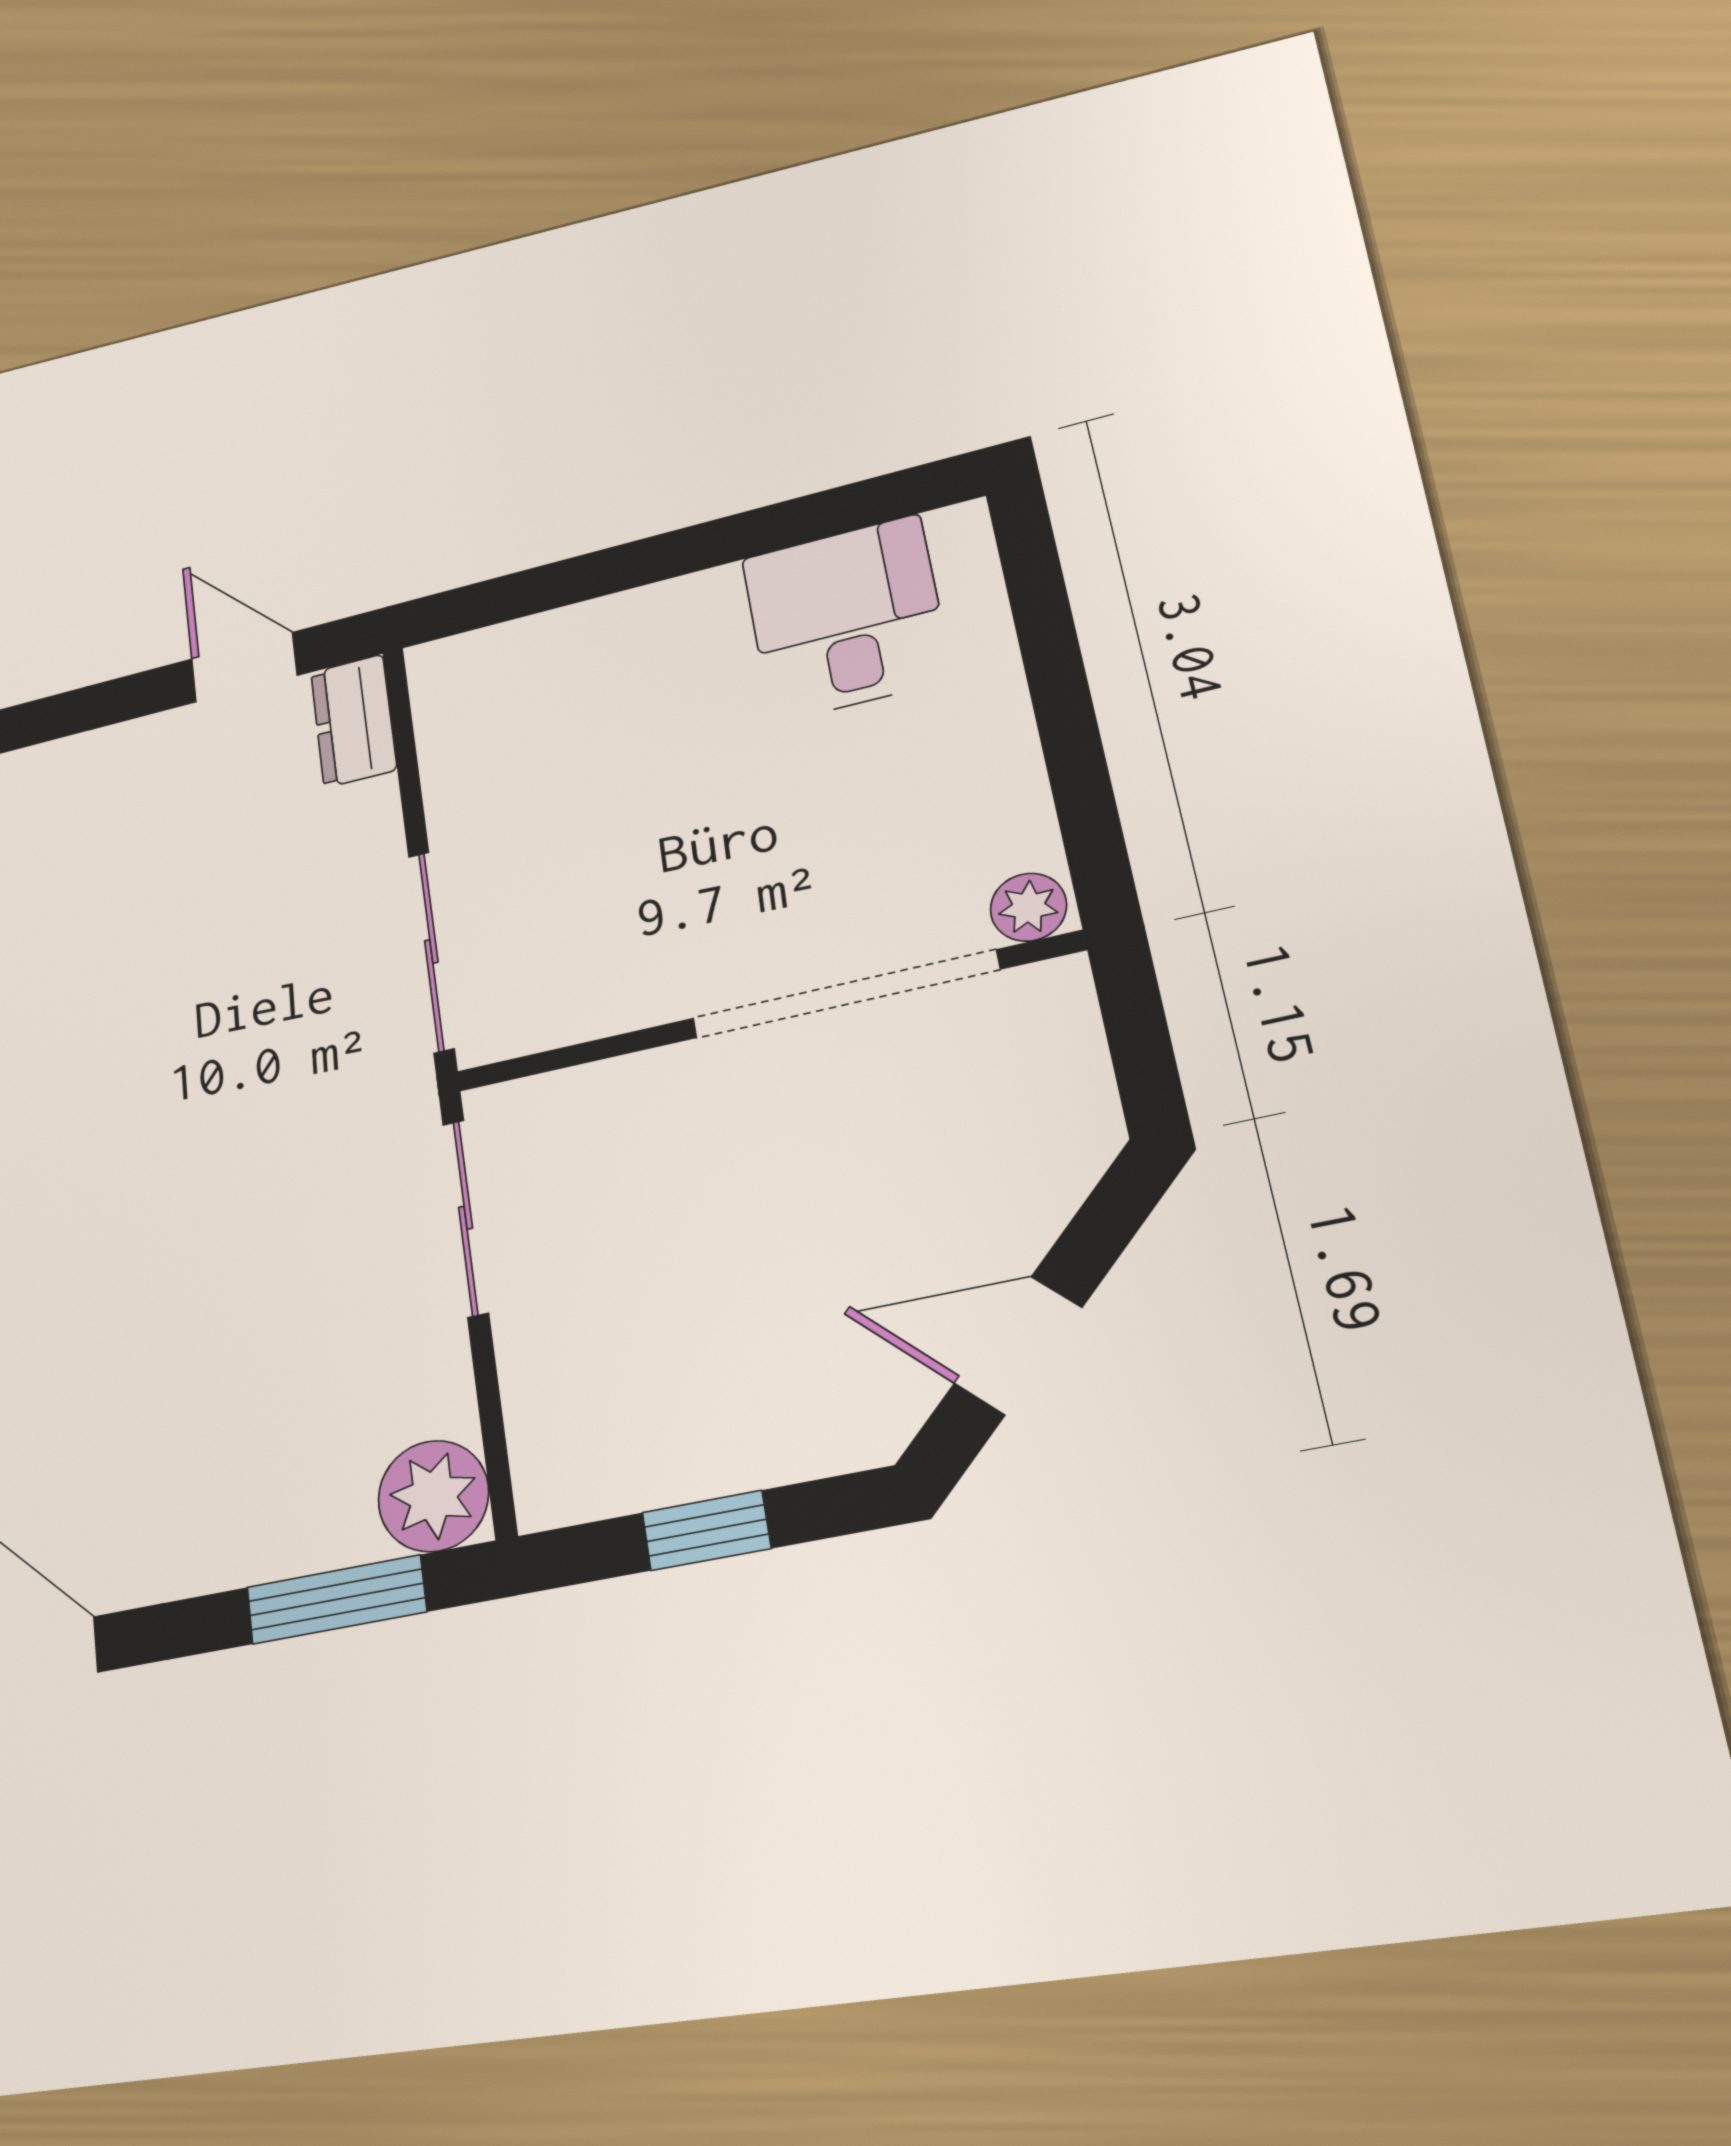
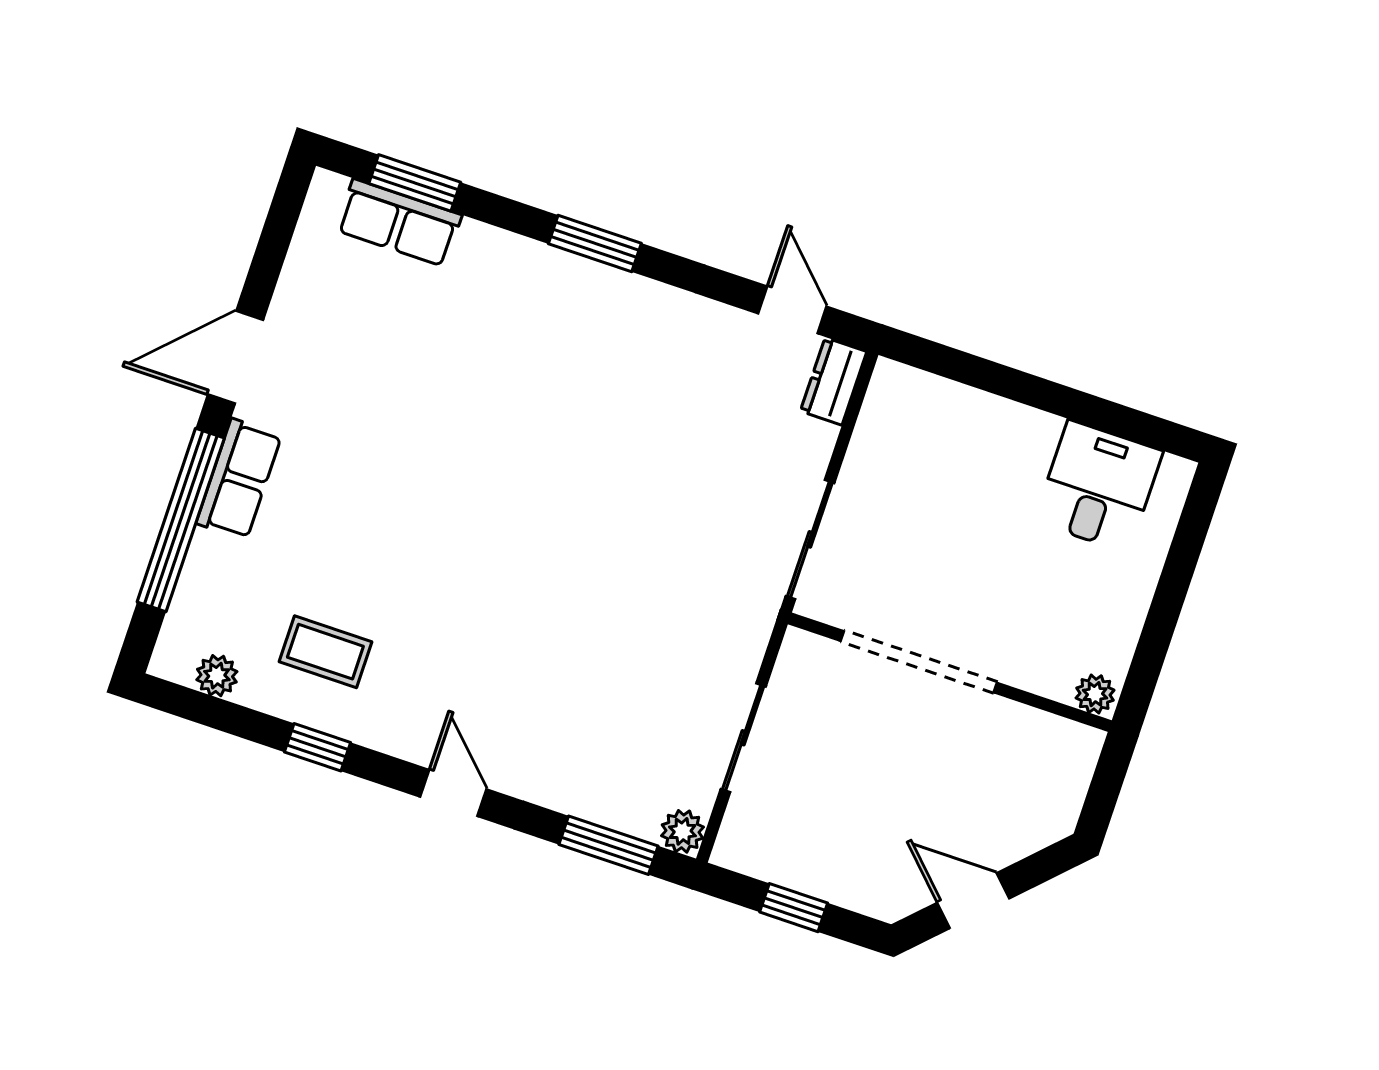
doorway: (845, 994) -> (919, 662), moved
sliding door: (466, 1218) -> (743, 738), moved
plant: (433, 1496) -> (683, 831), width x0.73, depth x0.73

